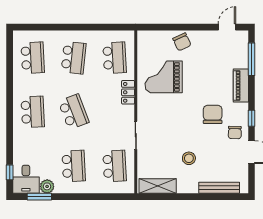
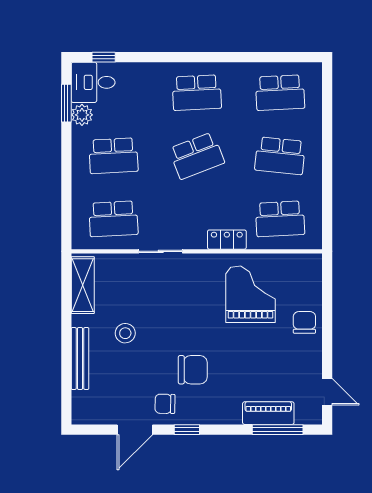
chair: (182, 42) -> (304, 322), turned 115
piano: (241, 85) -> (268, 413), moved
bench: (219, 188) -> (80, 359), moved

